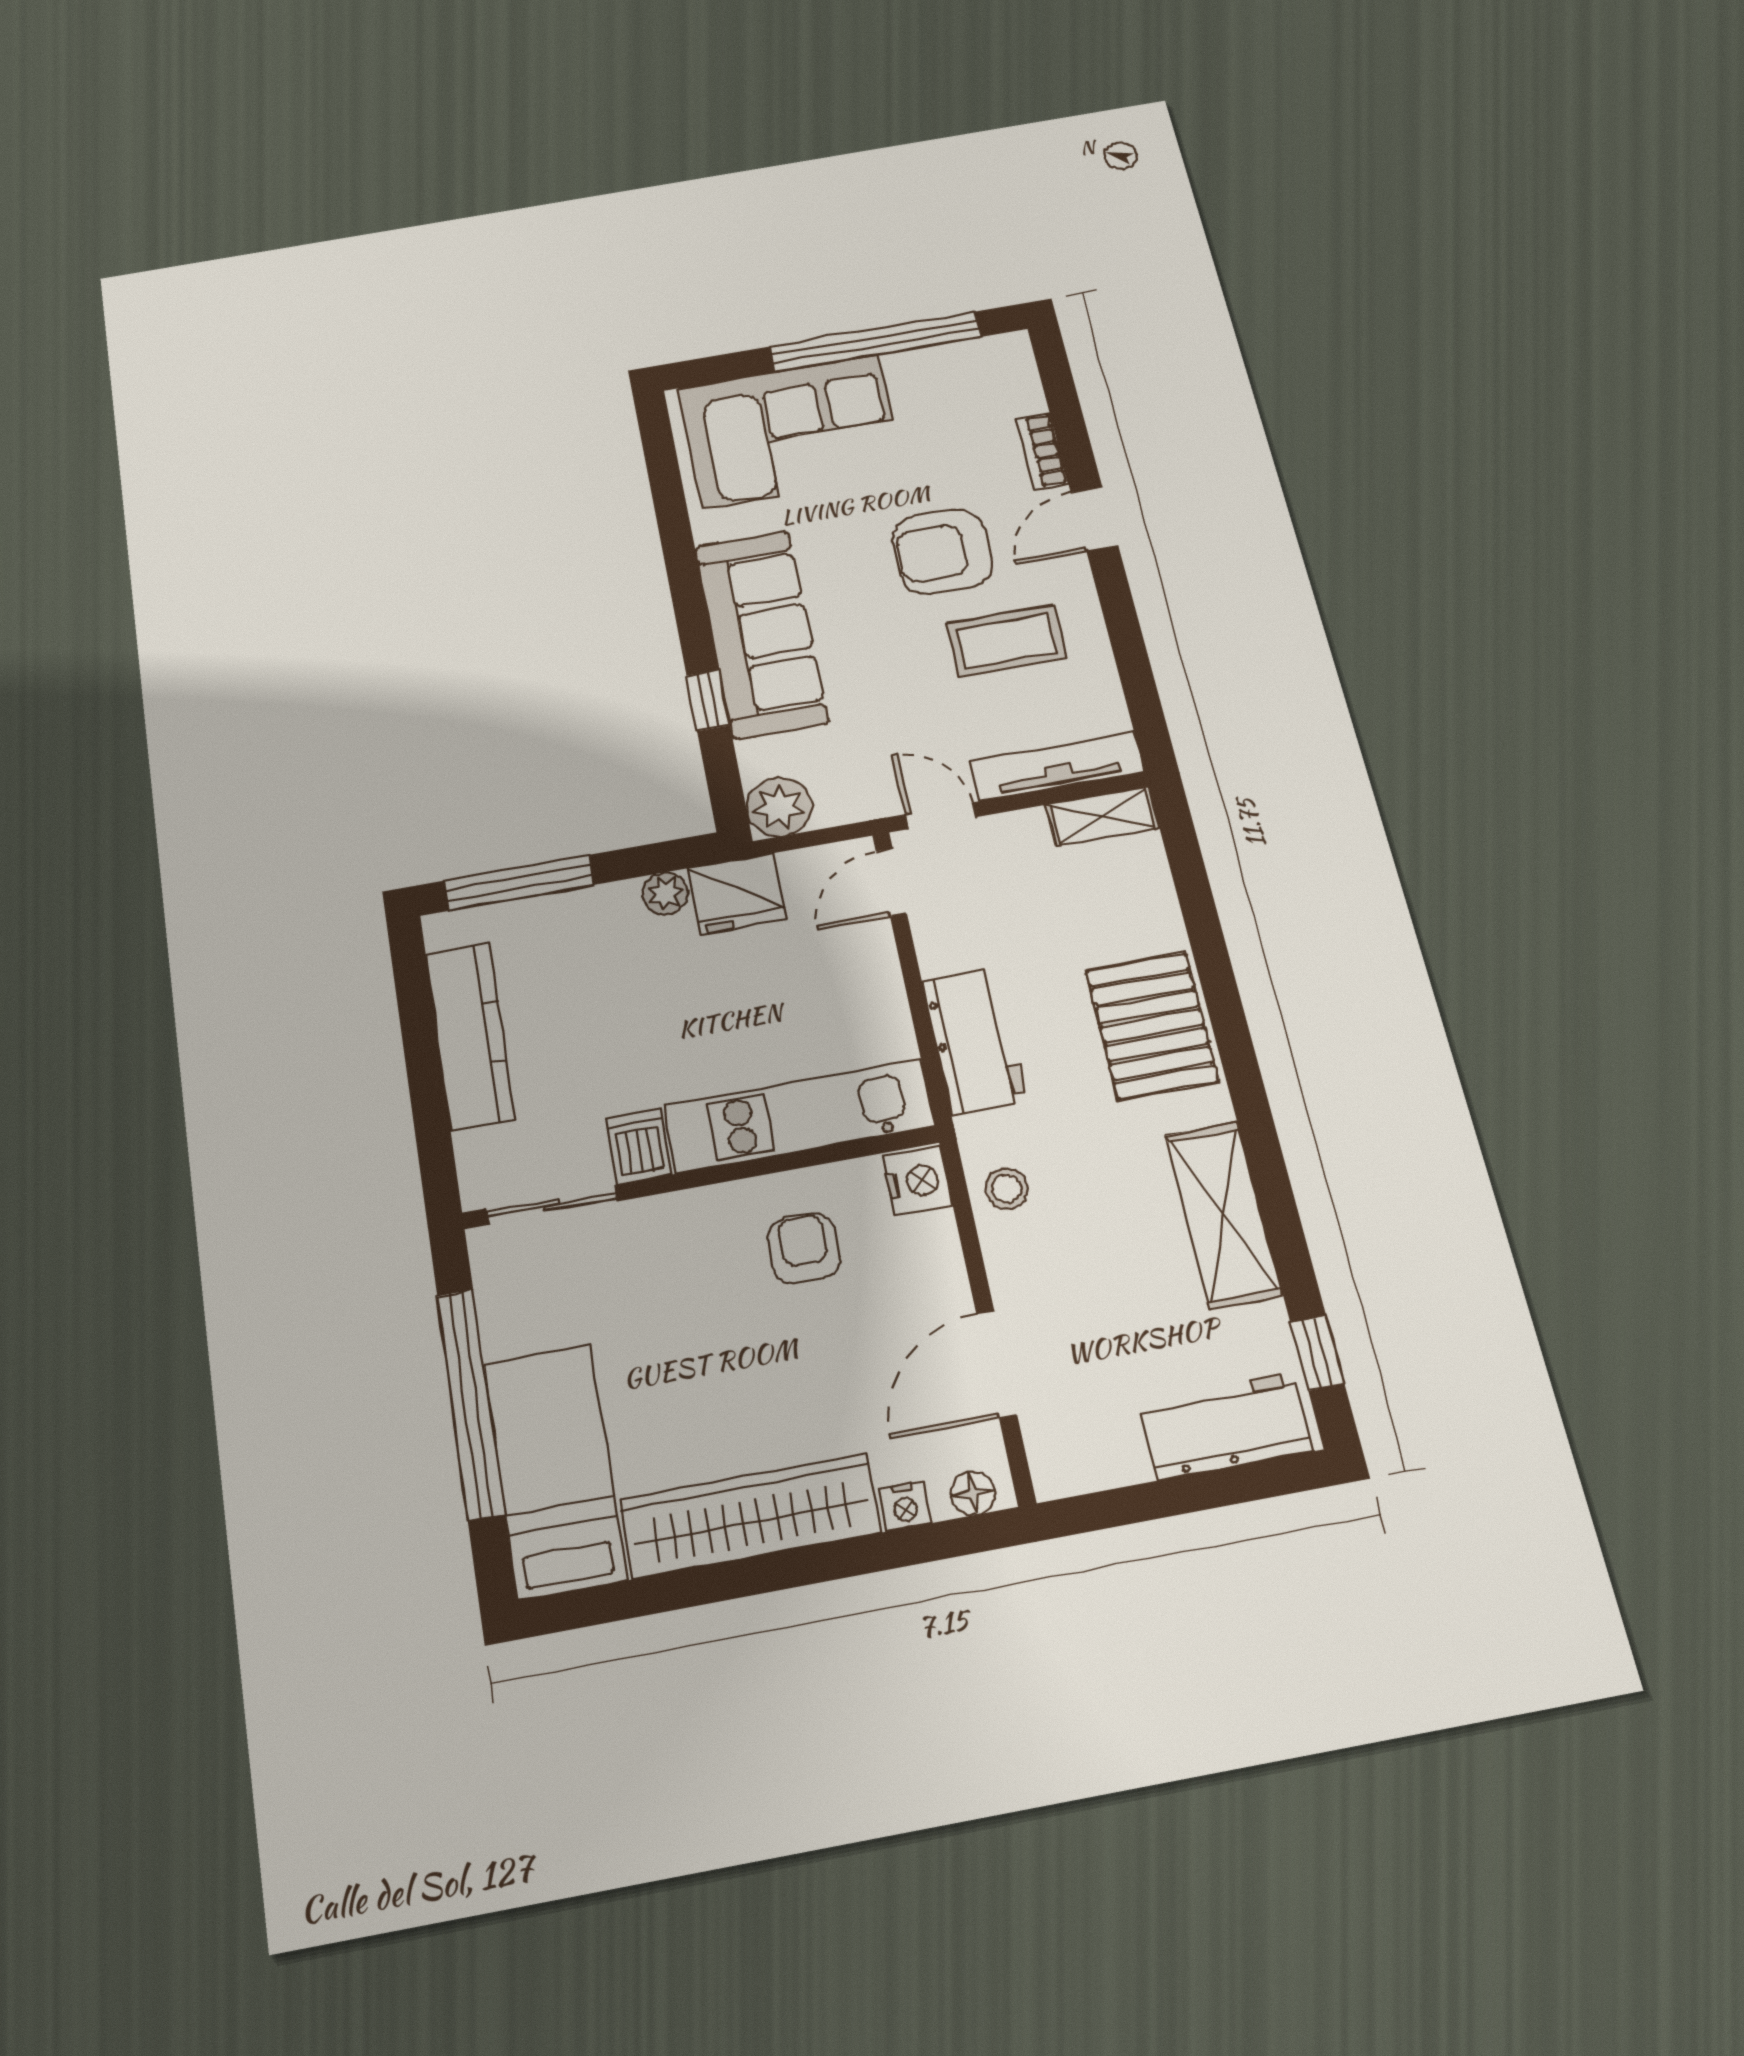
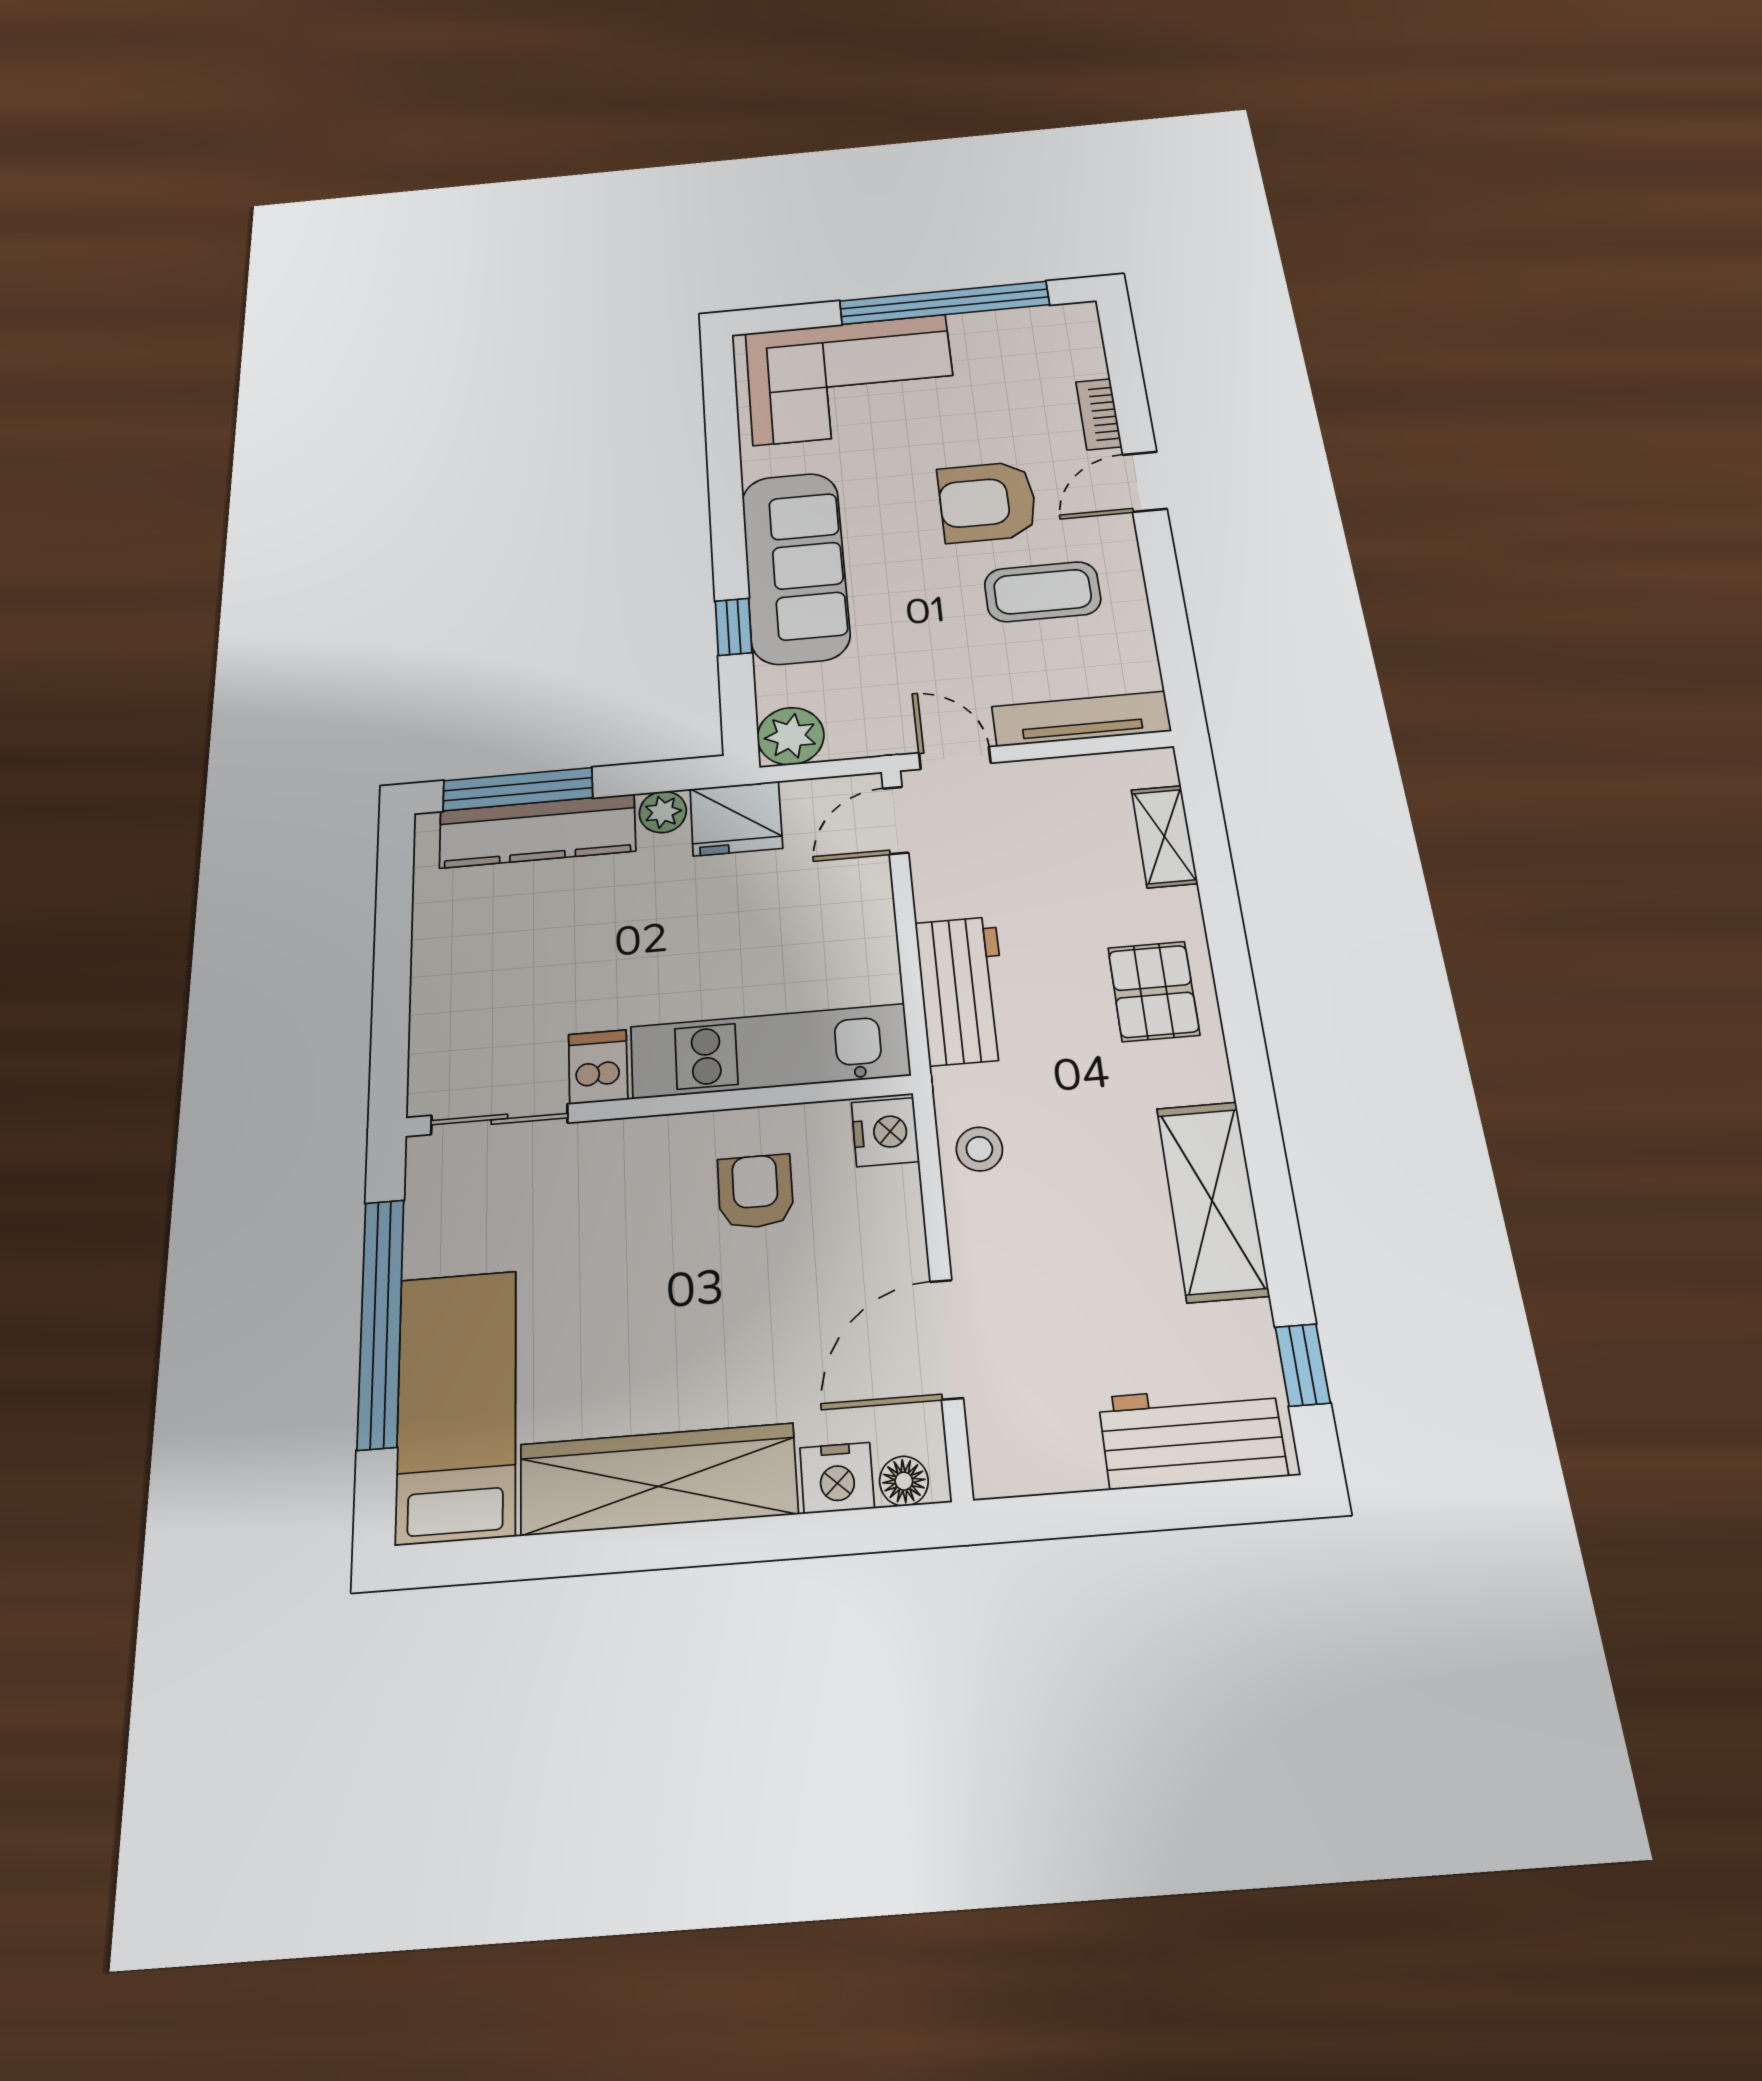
shelving: (1102, 816) -> (1164, 836), moved, turned 90
pallet: (1152, 1026) -> (1154, 991), width x0.67, depth x0.71
kitchen counter: (470, 1036) -> (537, 831), moved, turned 90
nightstand: (905, 1506) -> (837, 1478), width x1.39, depth x1.35

